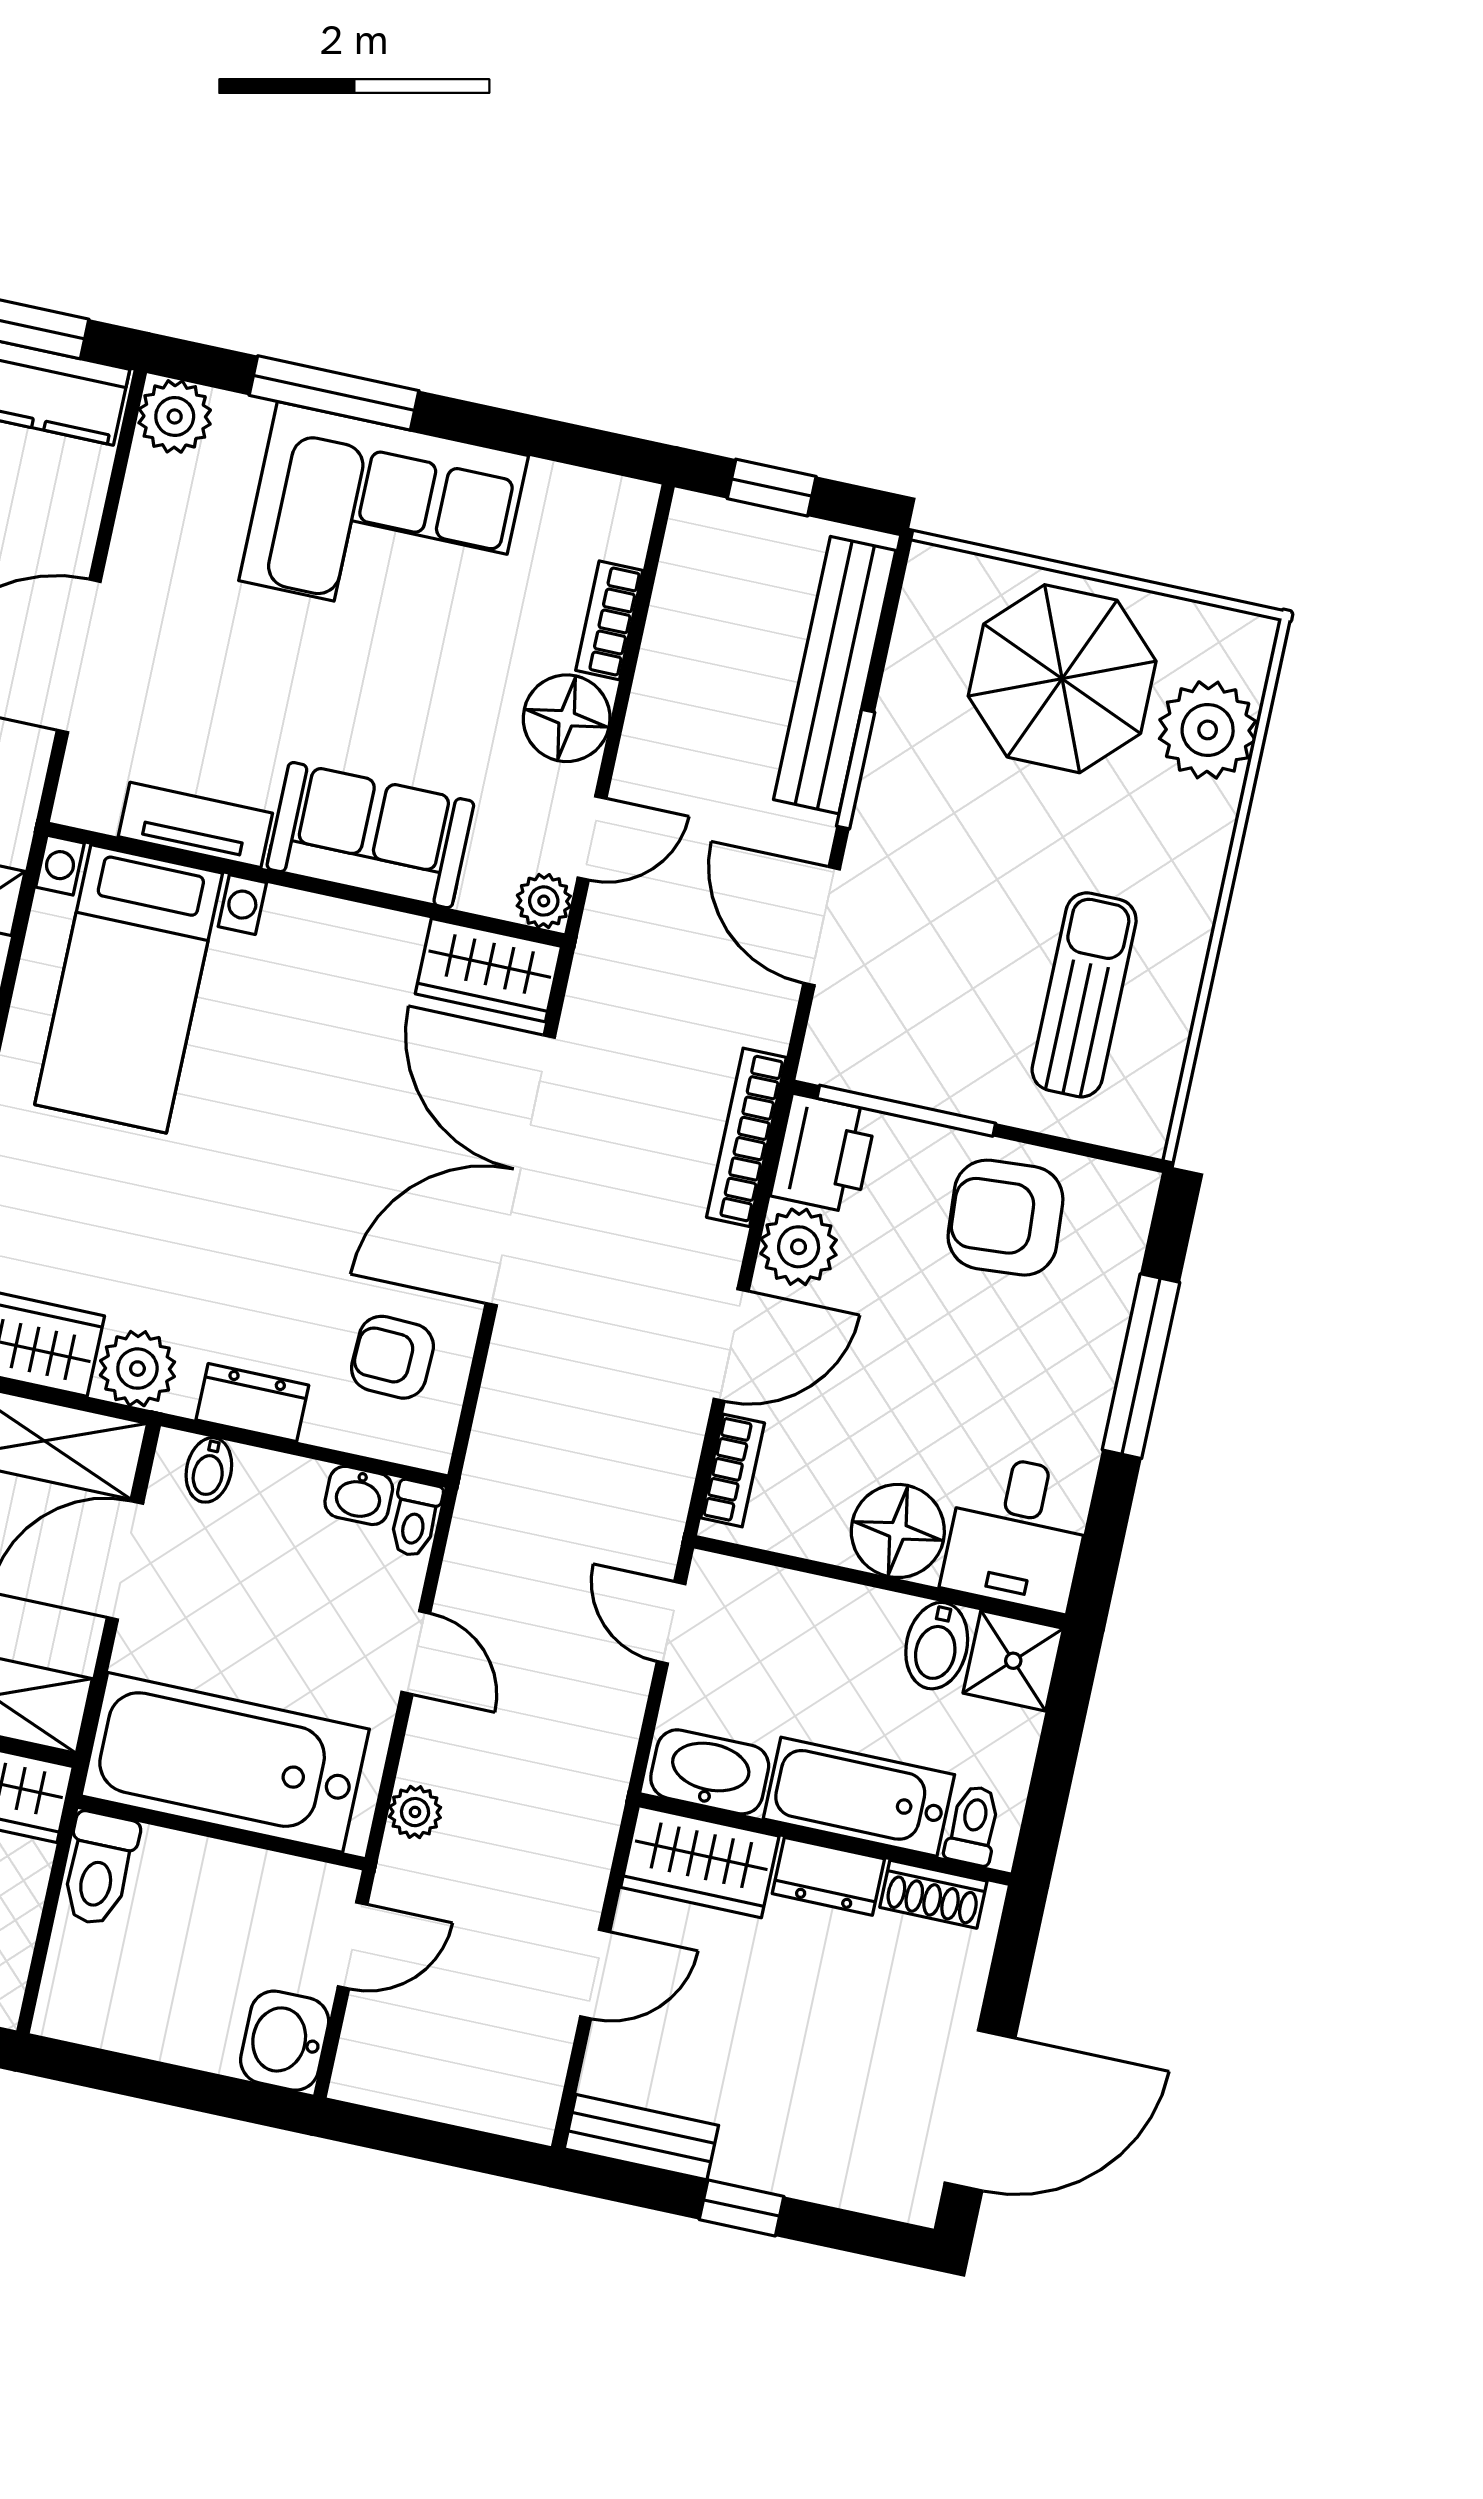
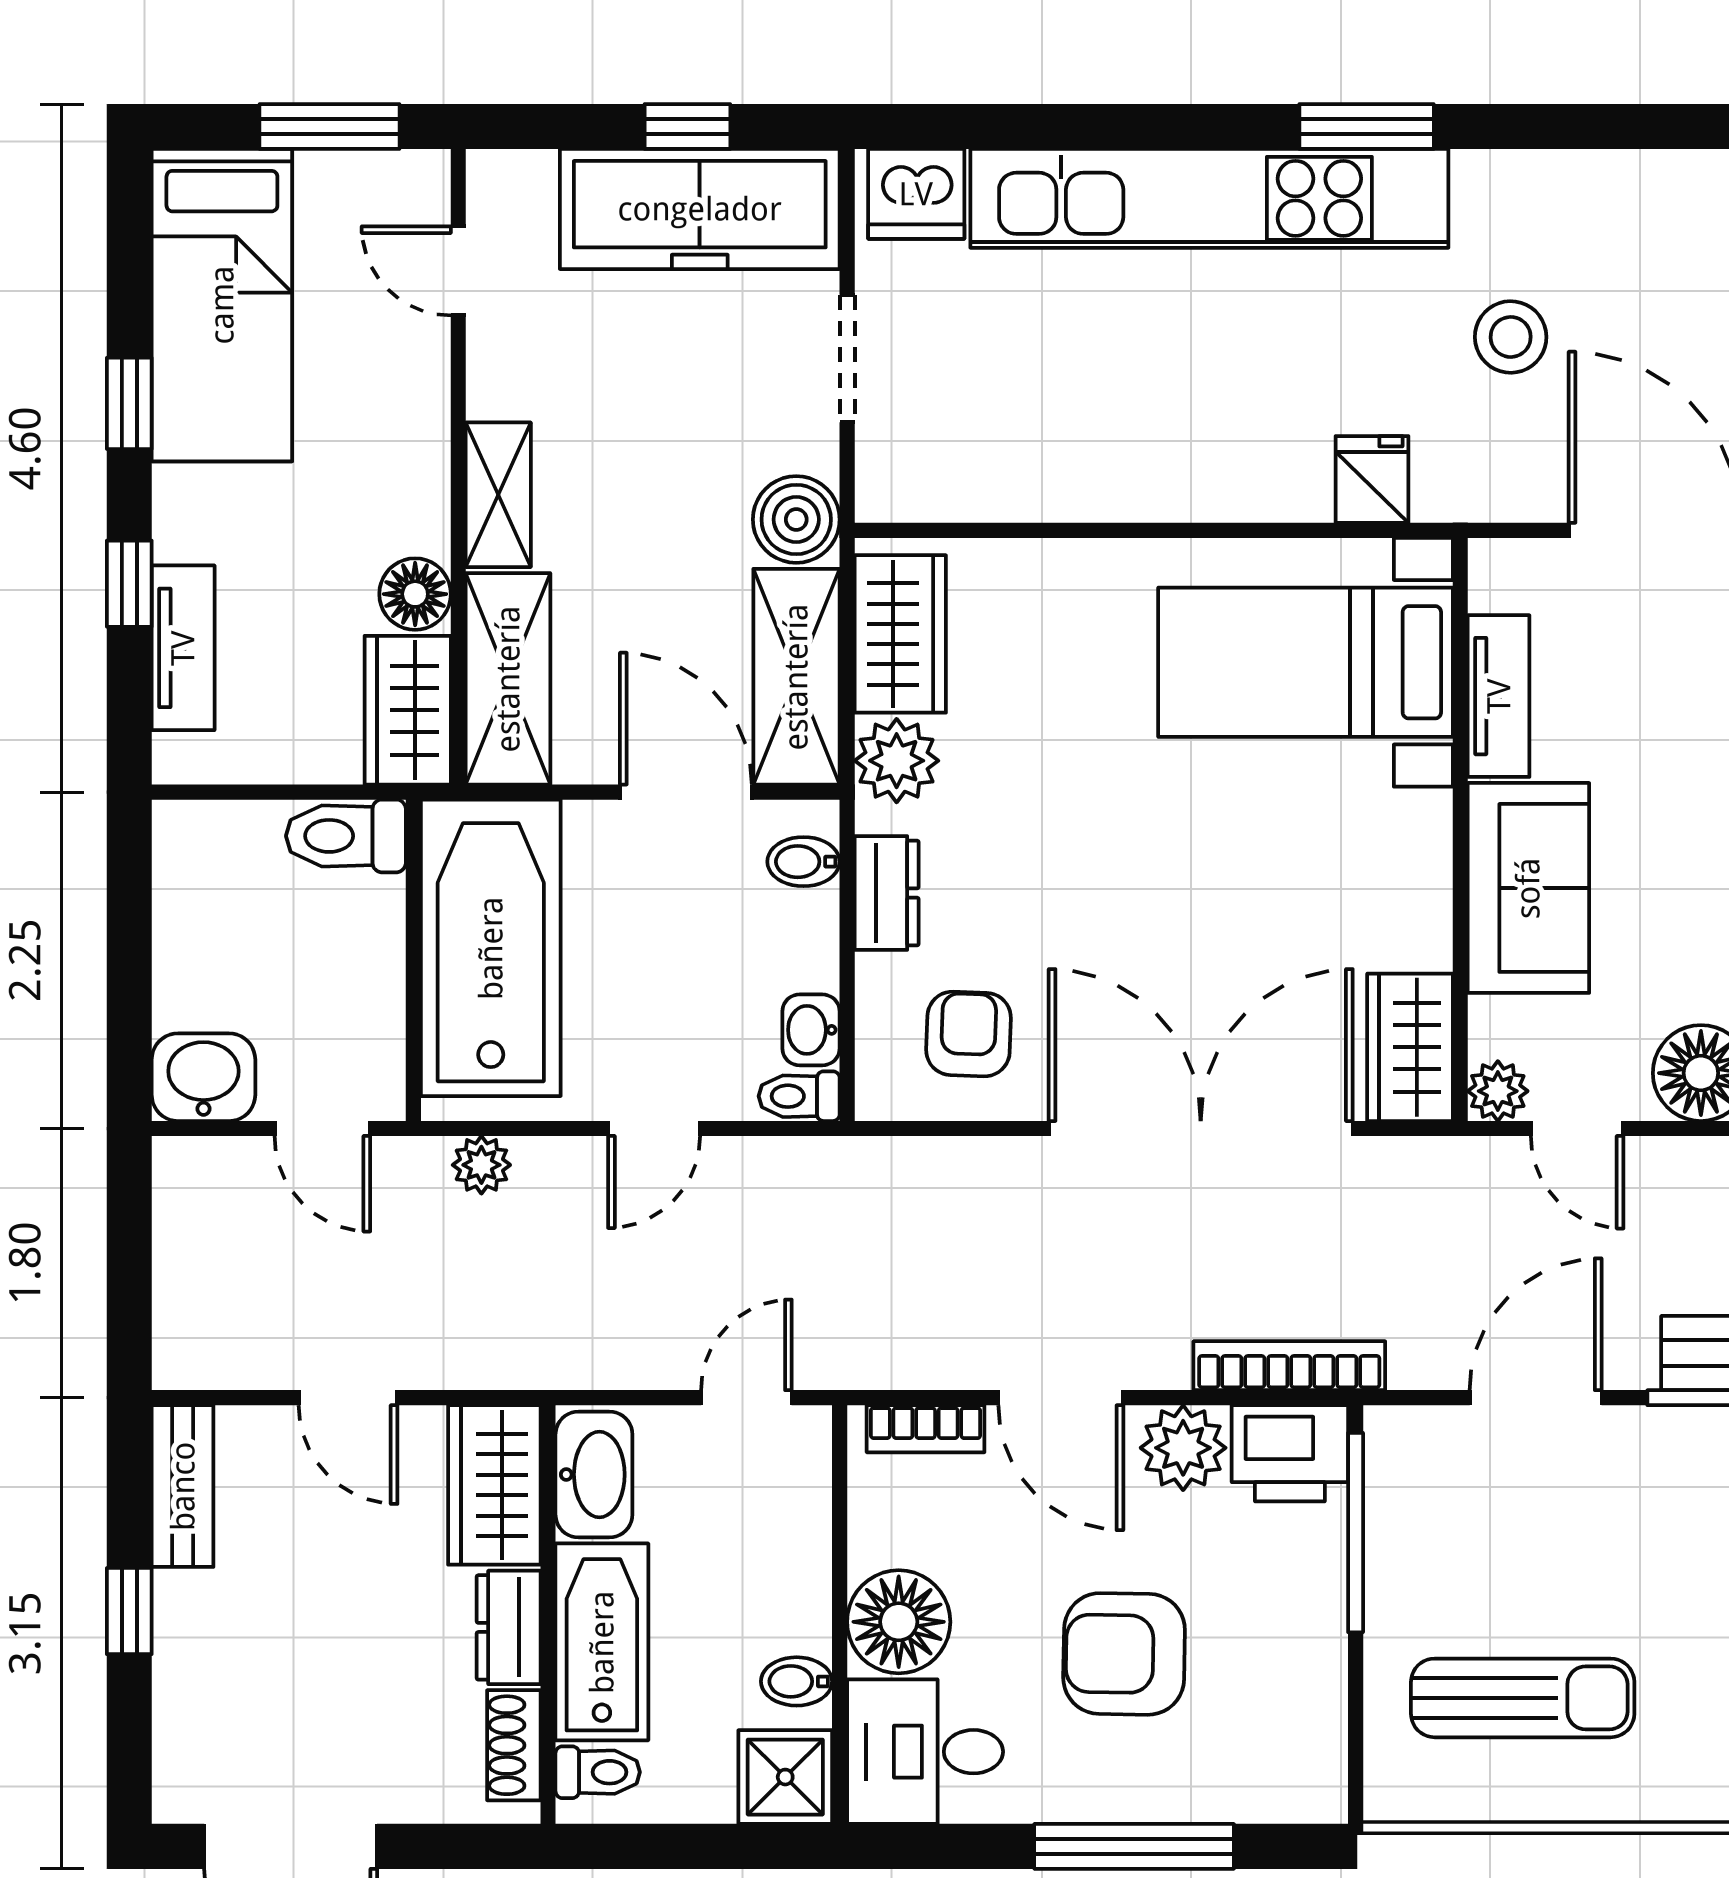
armchair: (1005, 1218) -> (1124, 1654), moved, turned -85
bidet: (937, 1646) -> (797, 1681), width x0.72, depth x0.74

